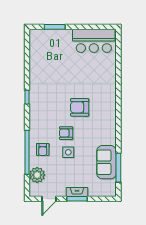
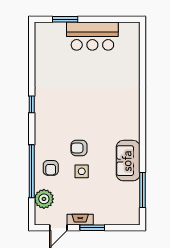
bar counter: (94, 41) -> (92, 36), moved
armchair: (80, 107) -> (96, 117), removed
sofa: (107, 162) -> (128, 161), moved
fireplace: (77, 192) -> (80, 220), moved

